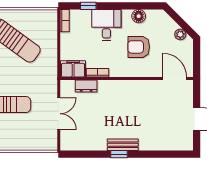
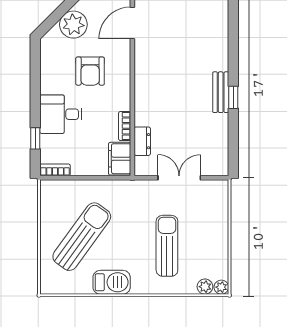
floor lamp: (139, 16) -> (49, 71), removed
plant: (180, 34) -> (73, 25), width x1.87, depth x1.87

